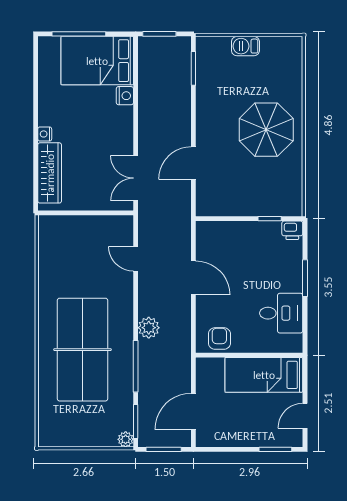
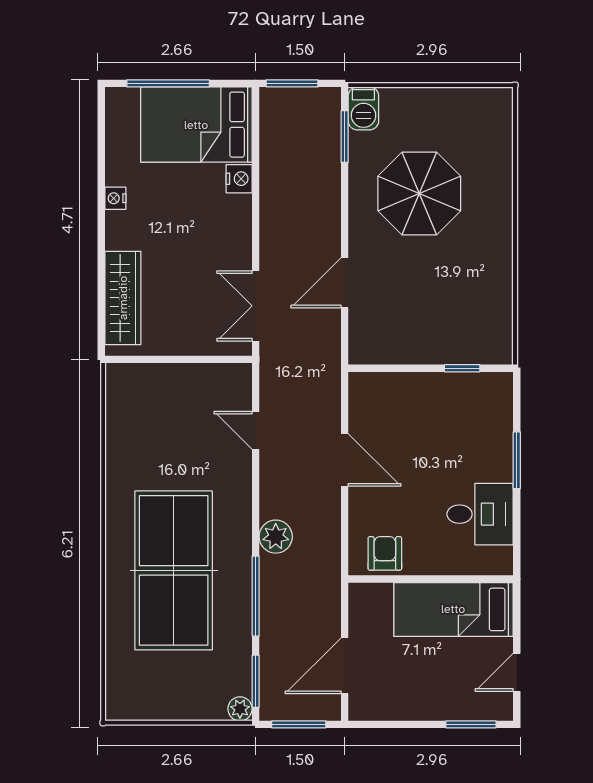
barbecue: (245, 46) -> (363, 108), moved, turned -90
parasol: (266, 130) -> (419, 193), moved
nightstand: (45, 134) -> (115, 198), moved
printer: (292, 230) -> (497, 386), removed

